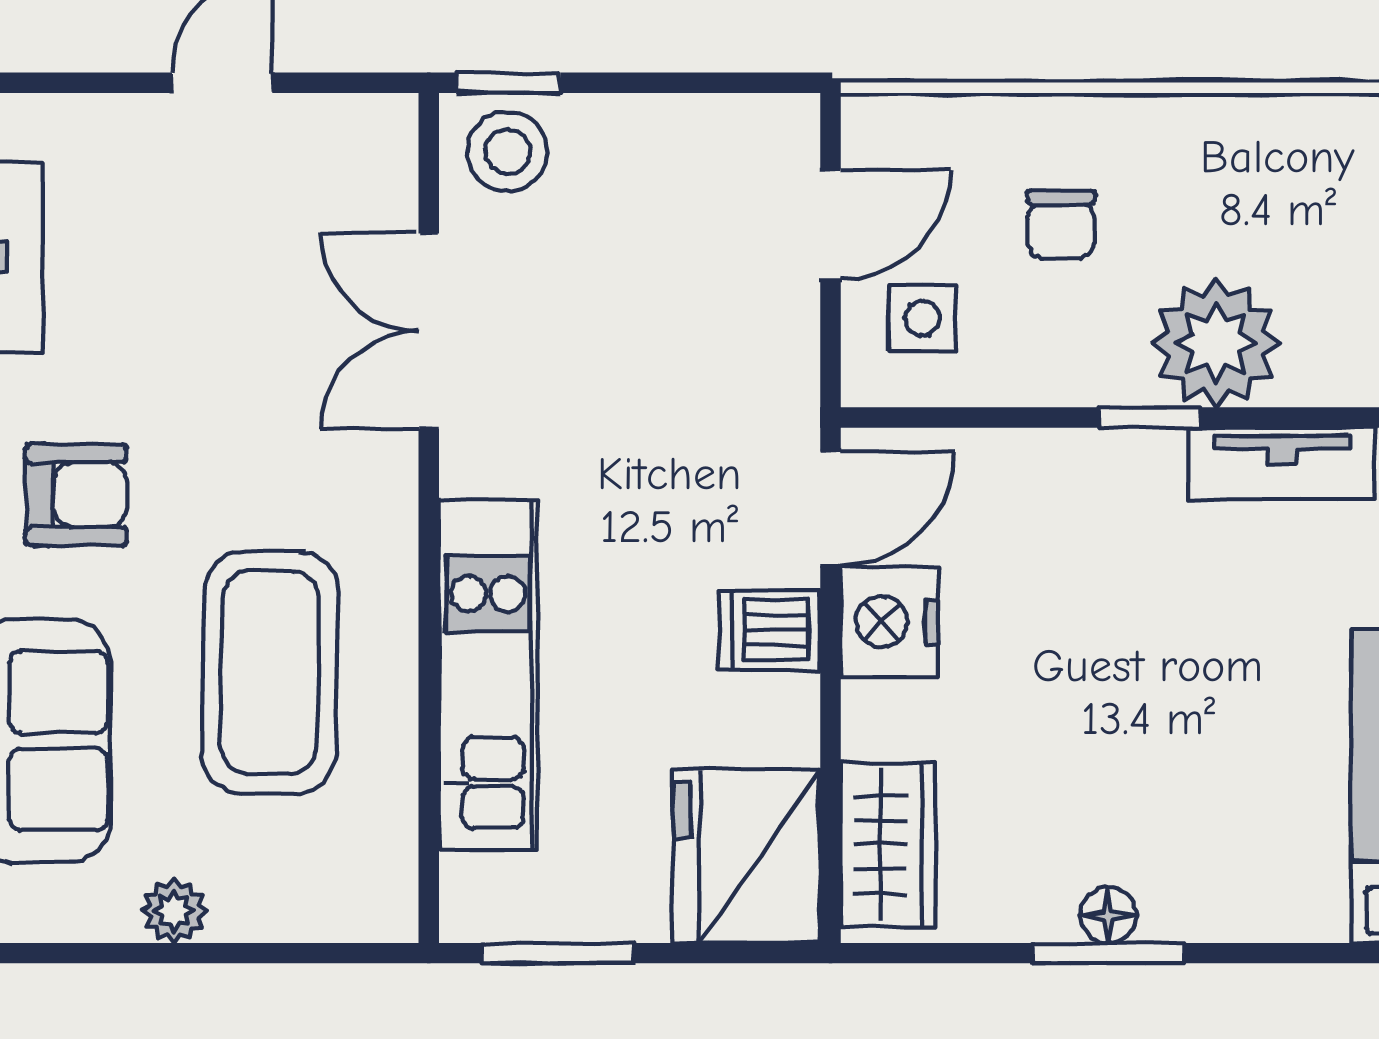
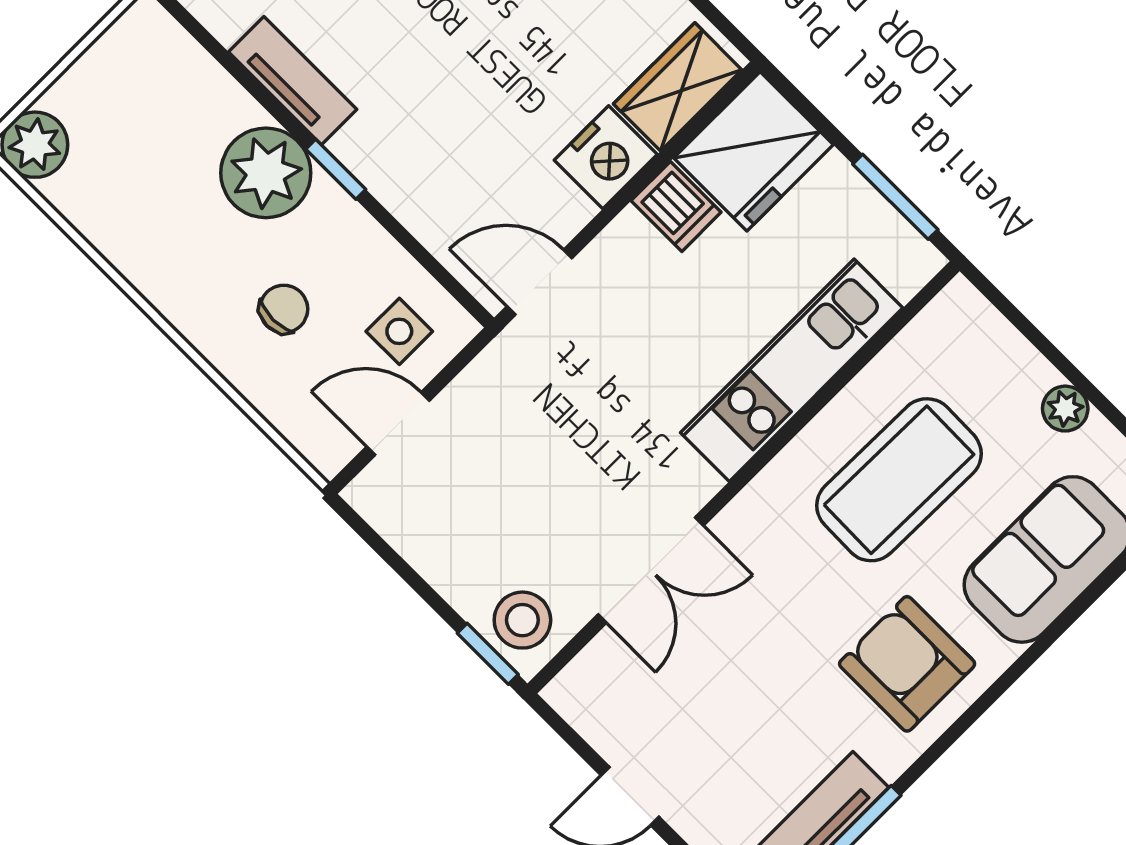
armchair: (76, 495) -> (907, 664), width x1.38, depth x1.38
nightstand: (890, 622) -> (606, 157), moved
dishwasher: (769, 630) -> (676, 206), moved

